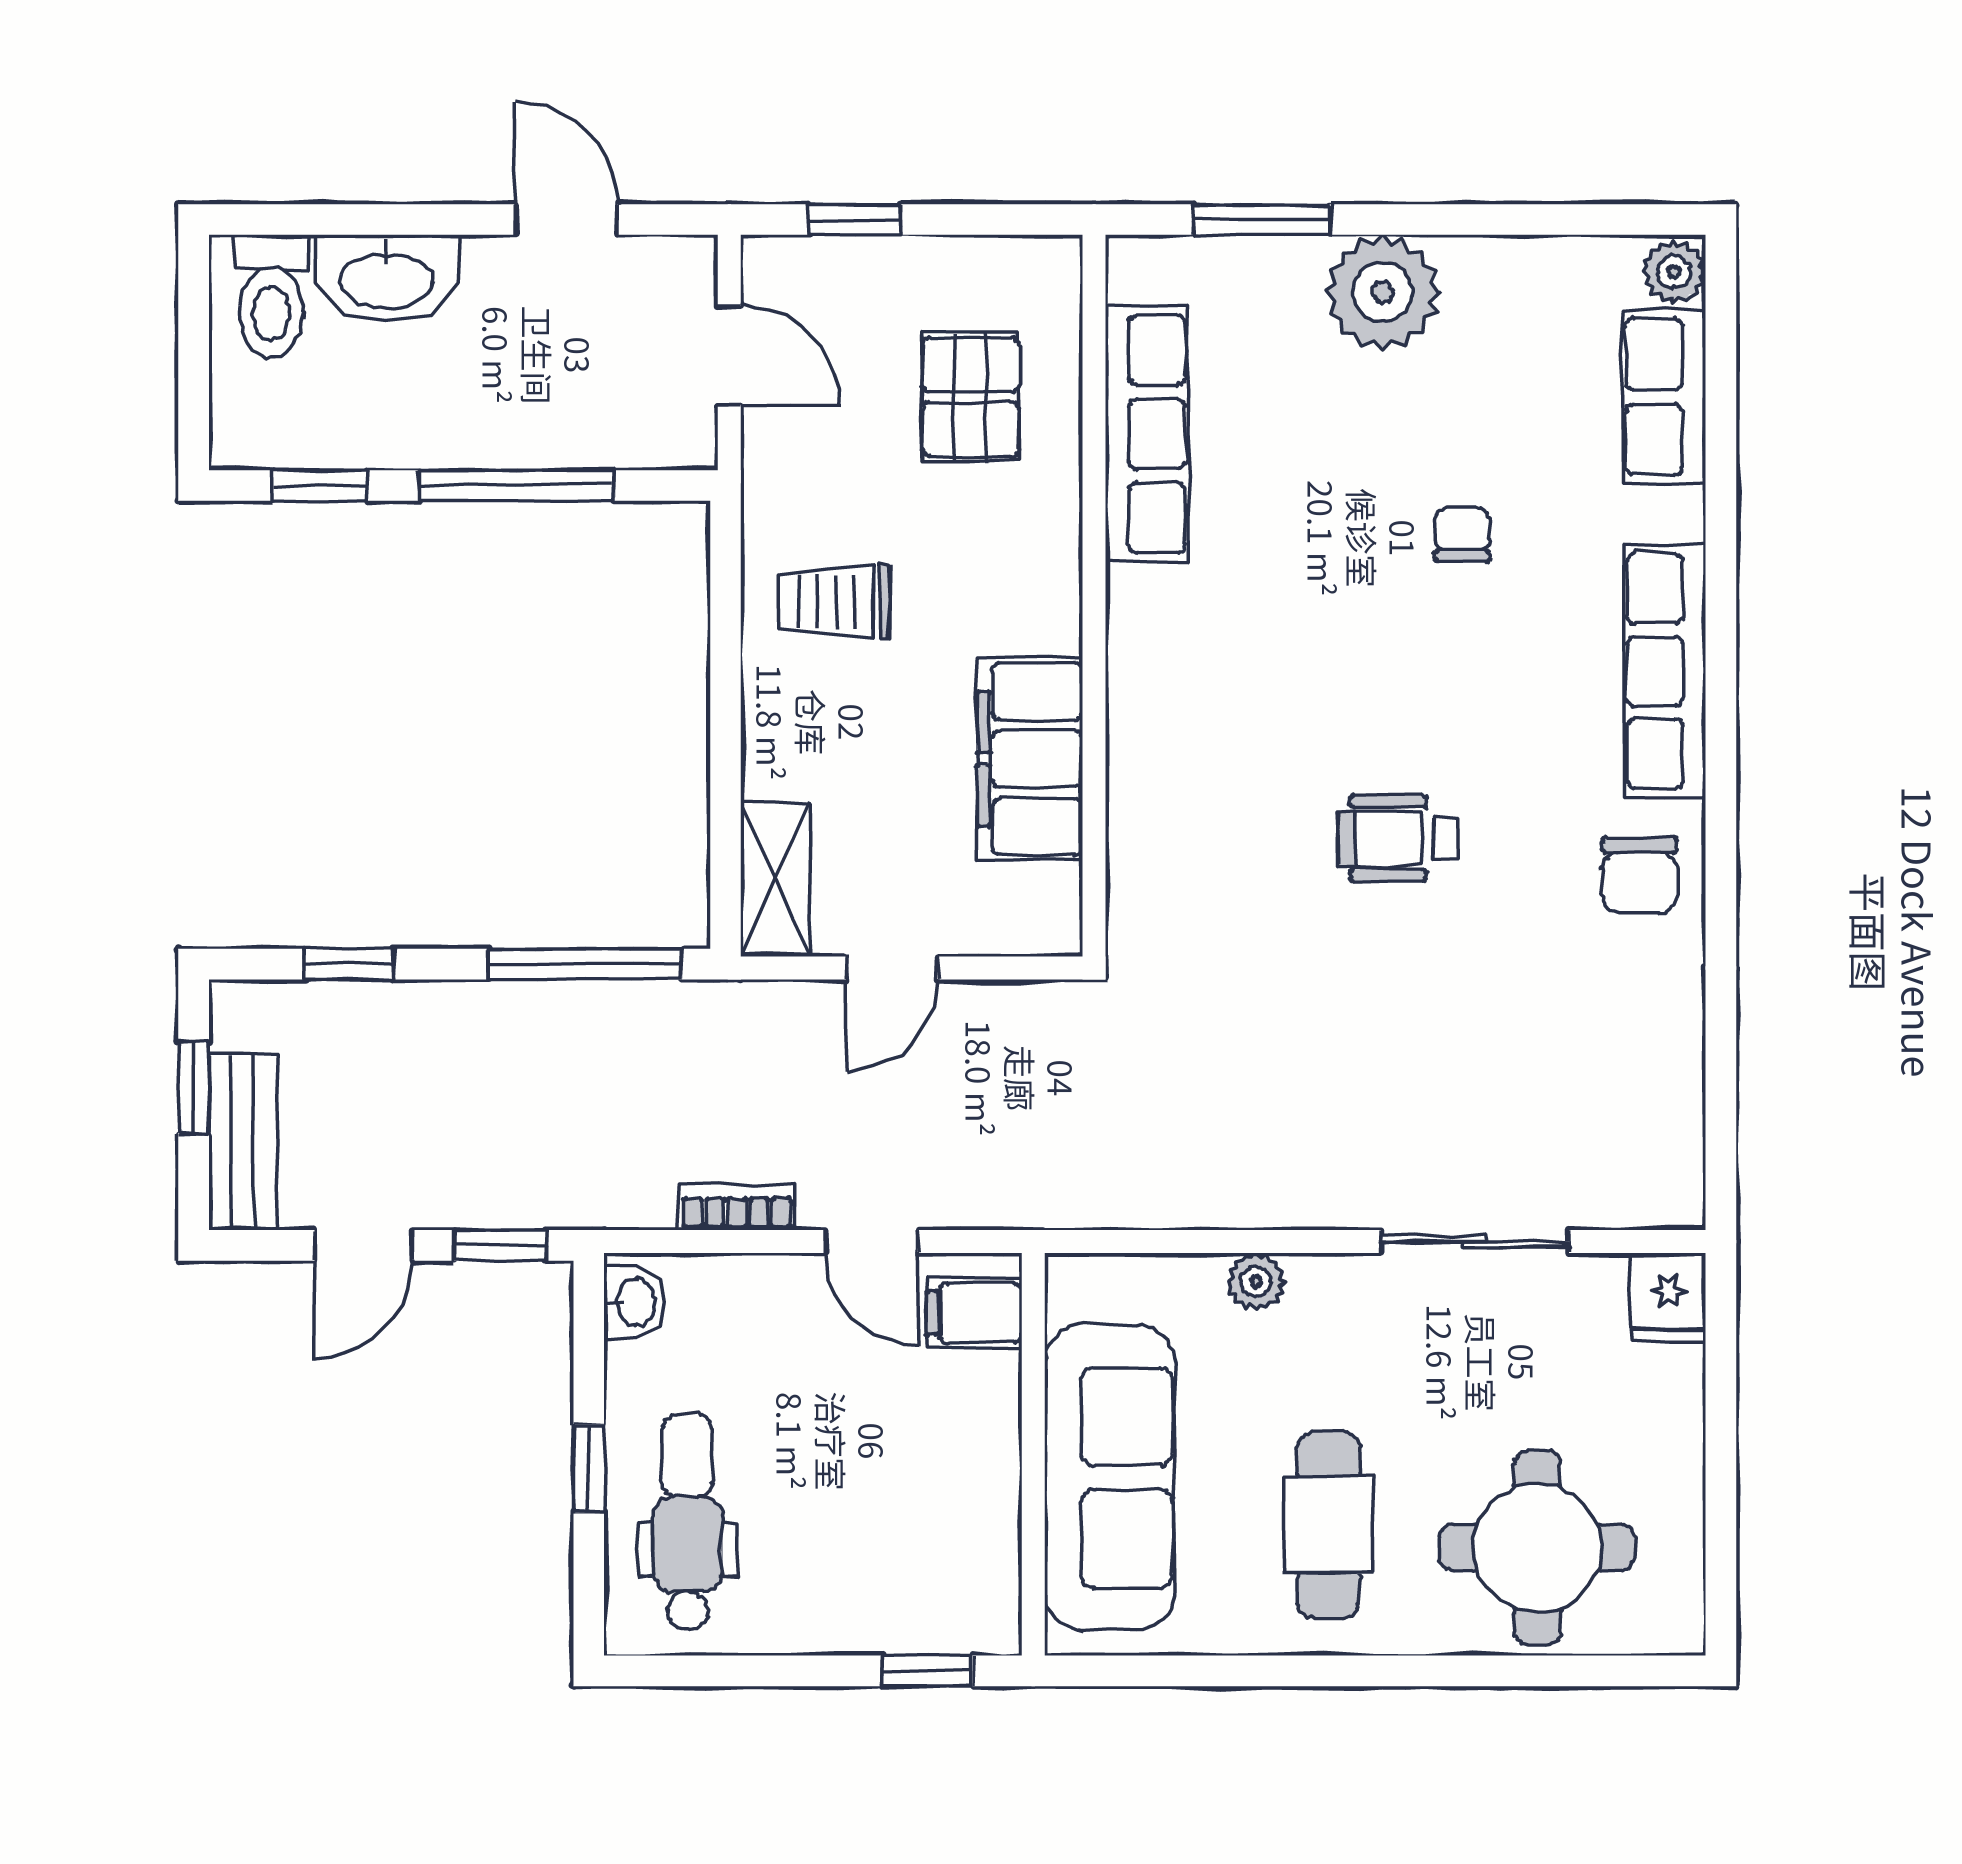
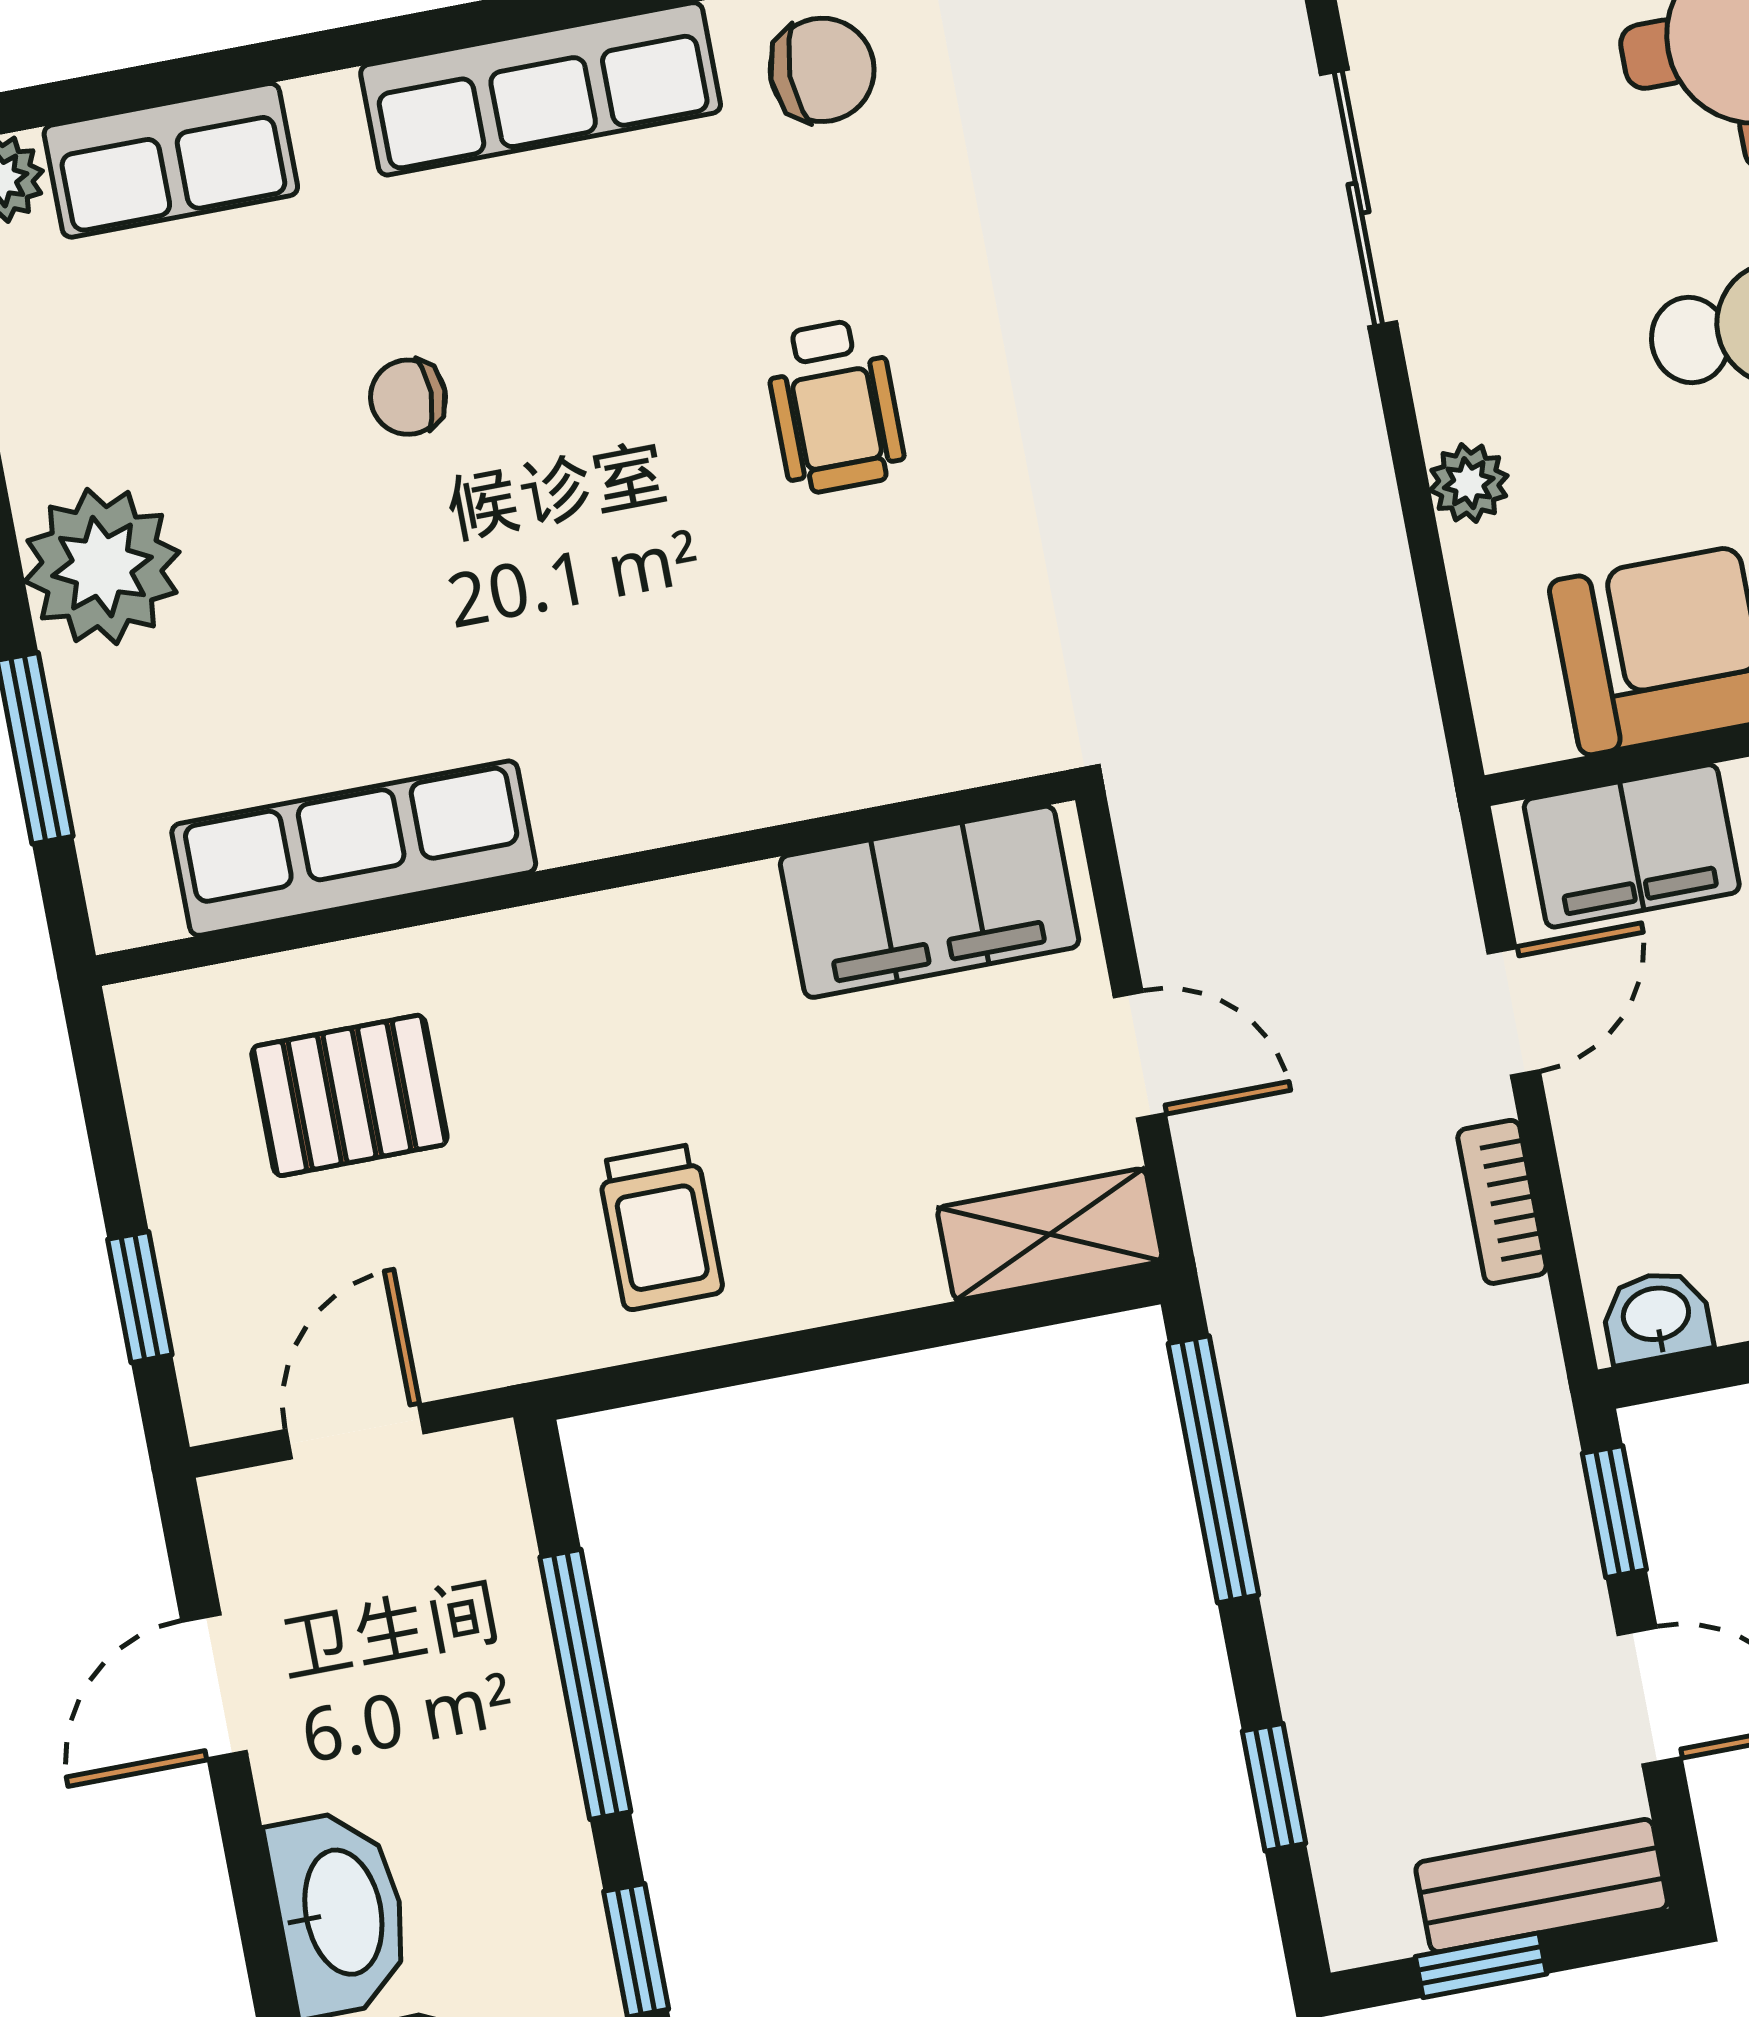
filing cabinet: (1030, 759) -> (930, 902), moved
filing cabinet: (974, 1313) -> (1632, 846), width x2.00

